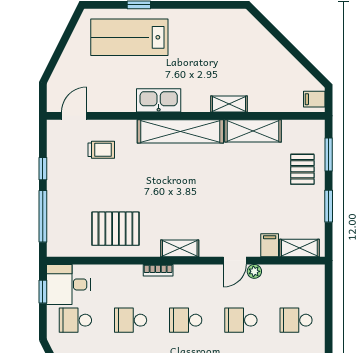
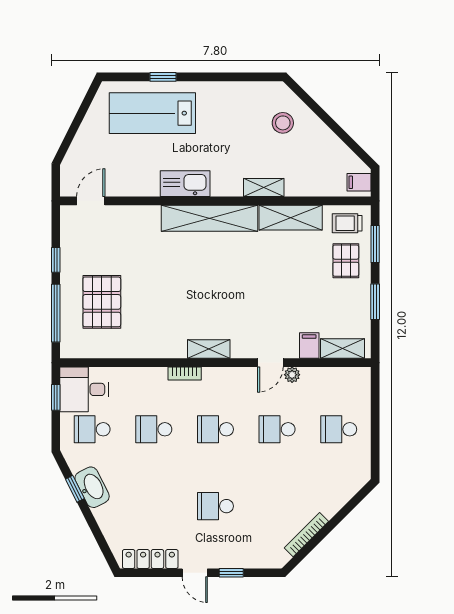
stool: (246, 46) -> (283, 123), added
trolley: (101, 150) -> (347, 223), moved, turned 180
pallet: (115, 229) -> (102, 302), moved, turned 90

